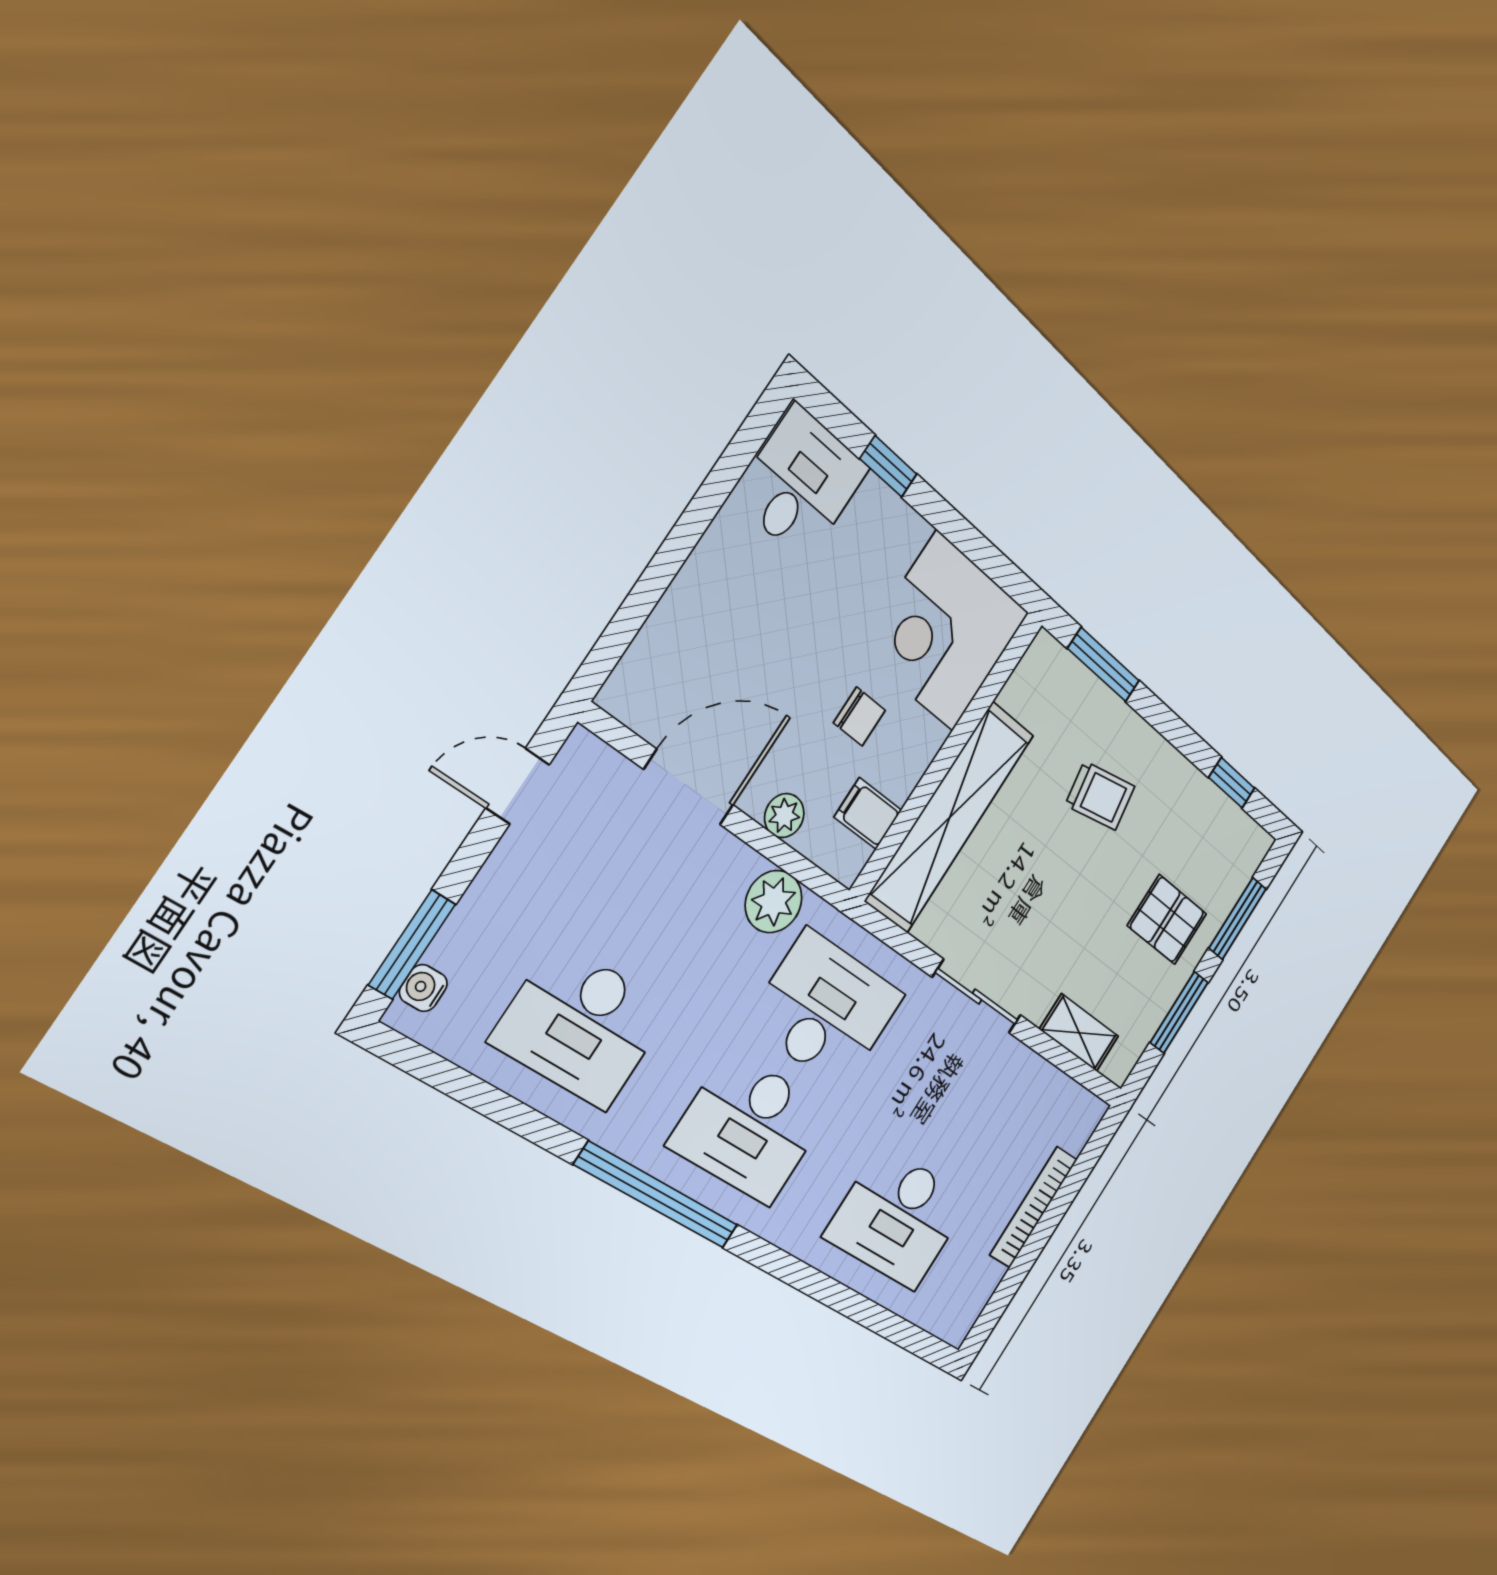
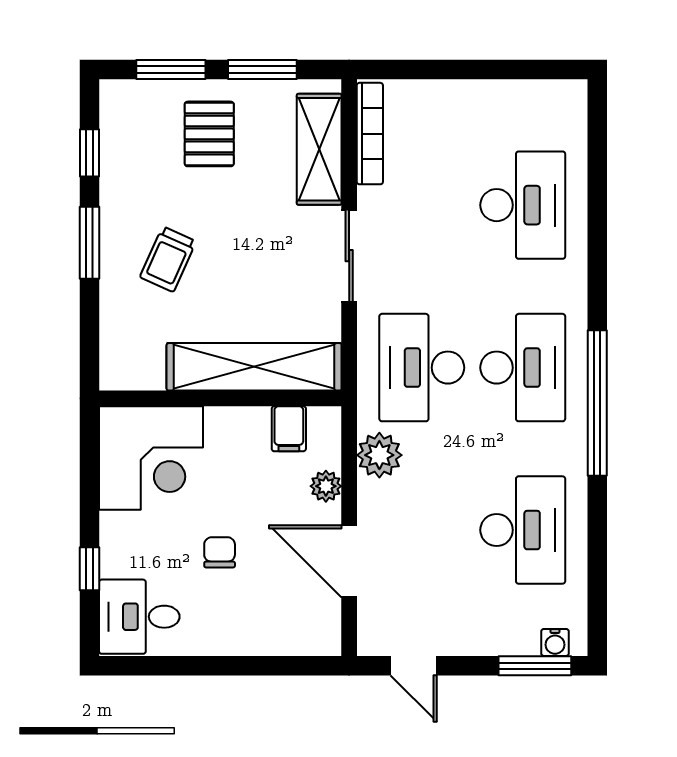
window: (1104, 665) -> (89, 243), moved
chair: (859, 716) -> (220, 552), moved
trolley: (1100, 796) -> (168, 259), turned -145
shelving: (1079, 1033) -> (319, 149), width x1.50, depth x1.33
bookcase: (1034, 1207) -> (370, 134), moved, turned -90

